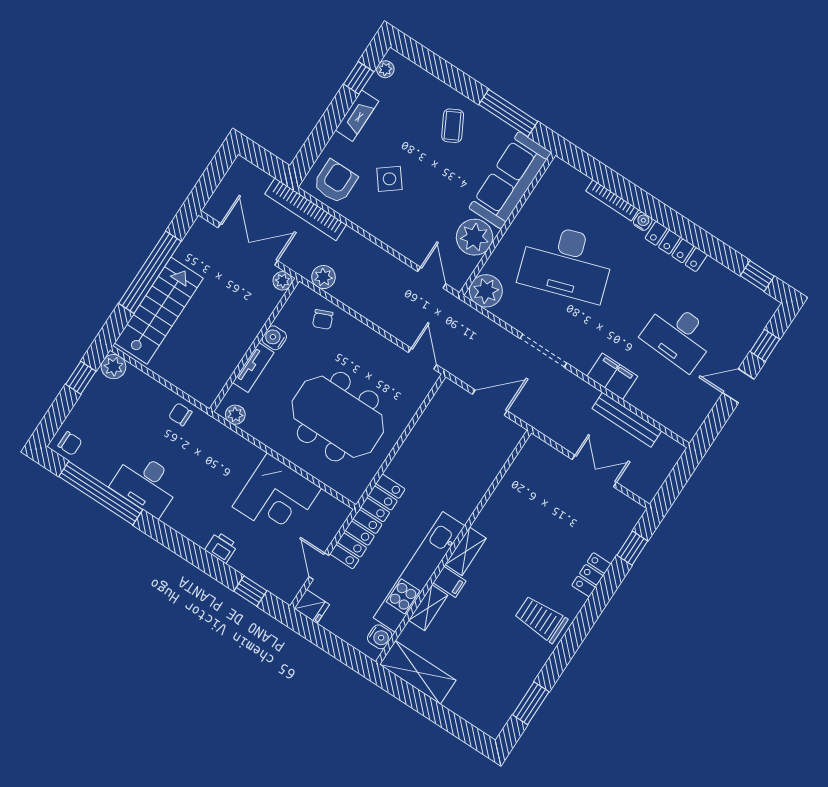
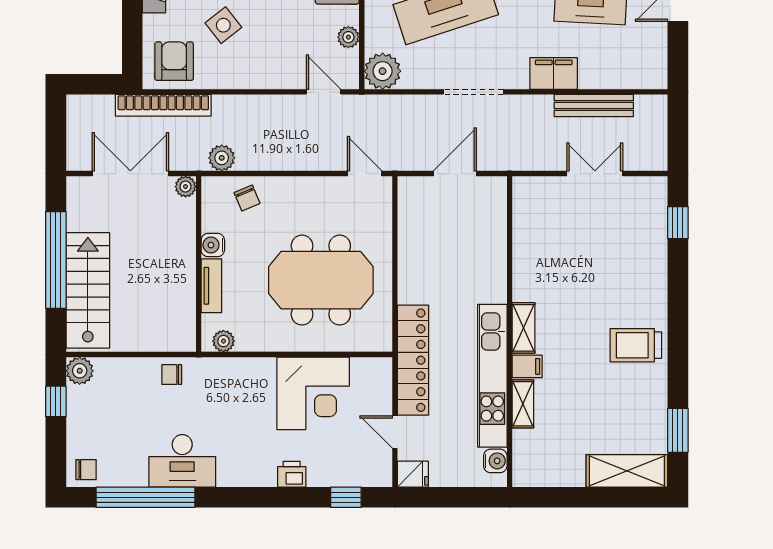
plant: (475, 237) -> (348, 37), width x0.53, depth x0.53
locker: (591, 575) -> (656, 273), removed
shelving: (418, 672) -> (627, 471), moved

